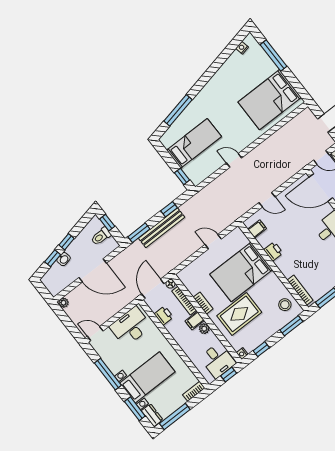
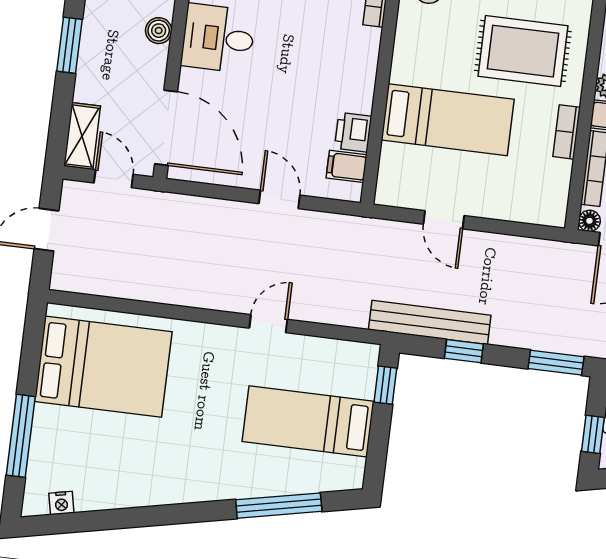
door: (234, 160) -> (268, 324), swing flipped
bench: (162, 228) -> (430, 322), moved
printer: (273, 251) -> (353, 132), moved
bed: (241, 272) -> (448, 120), width x0.67

